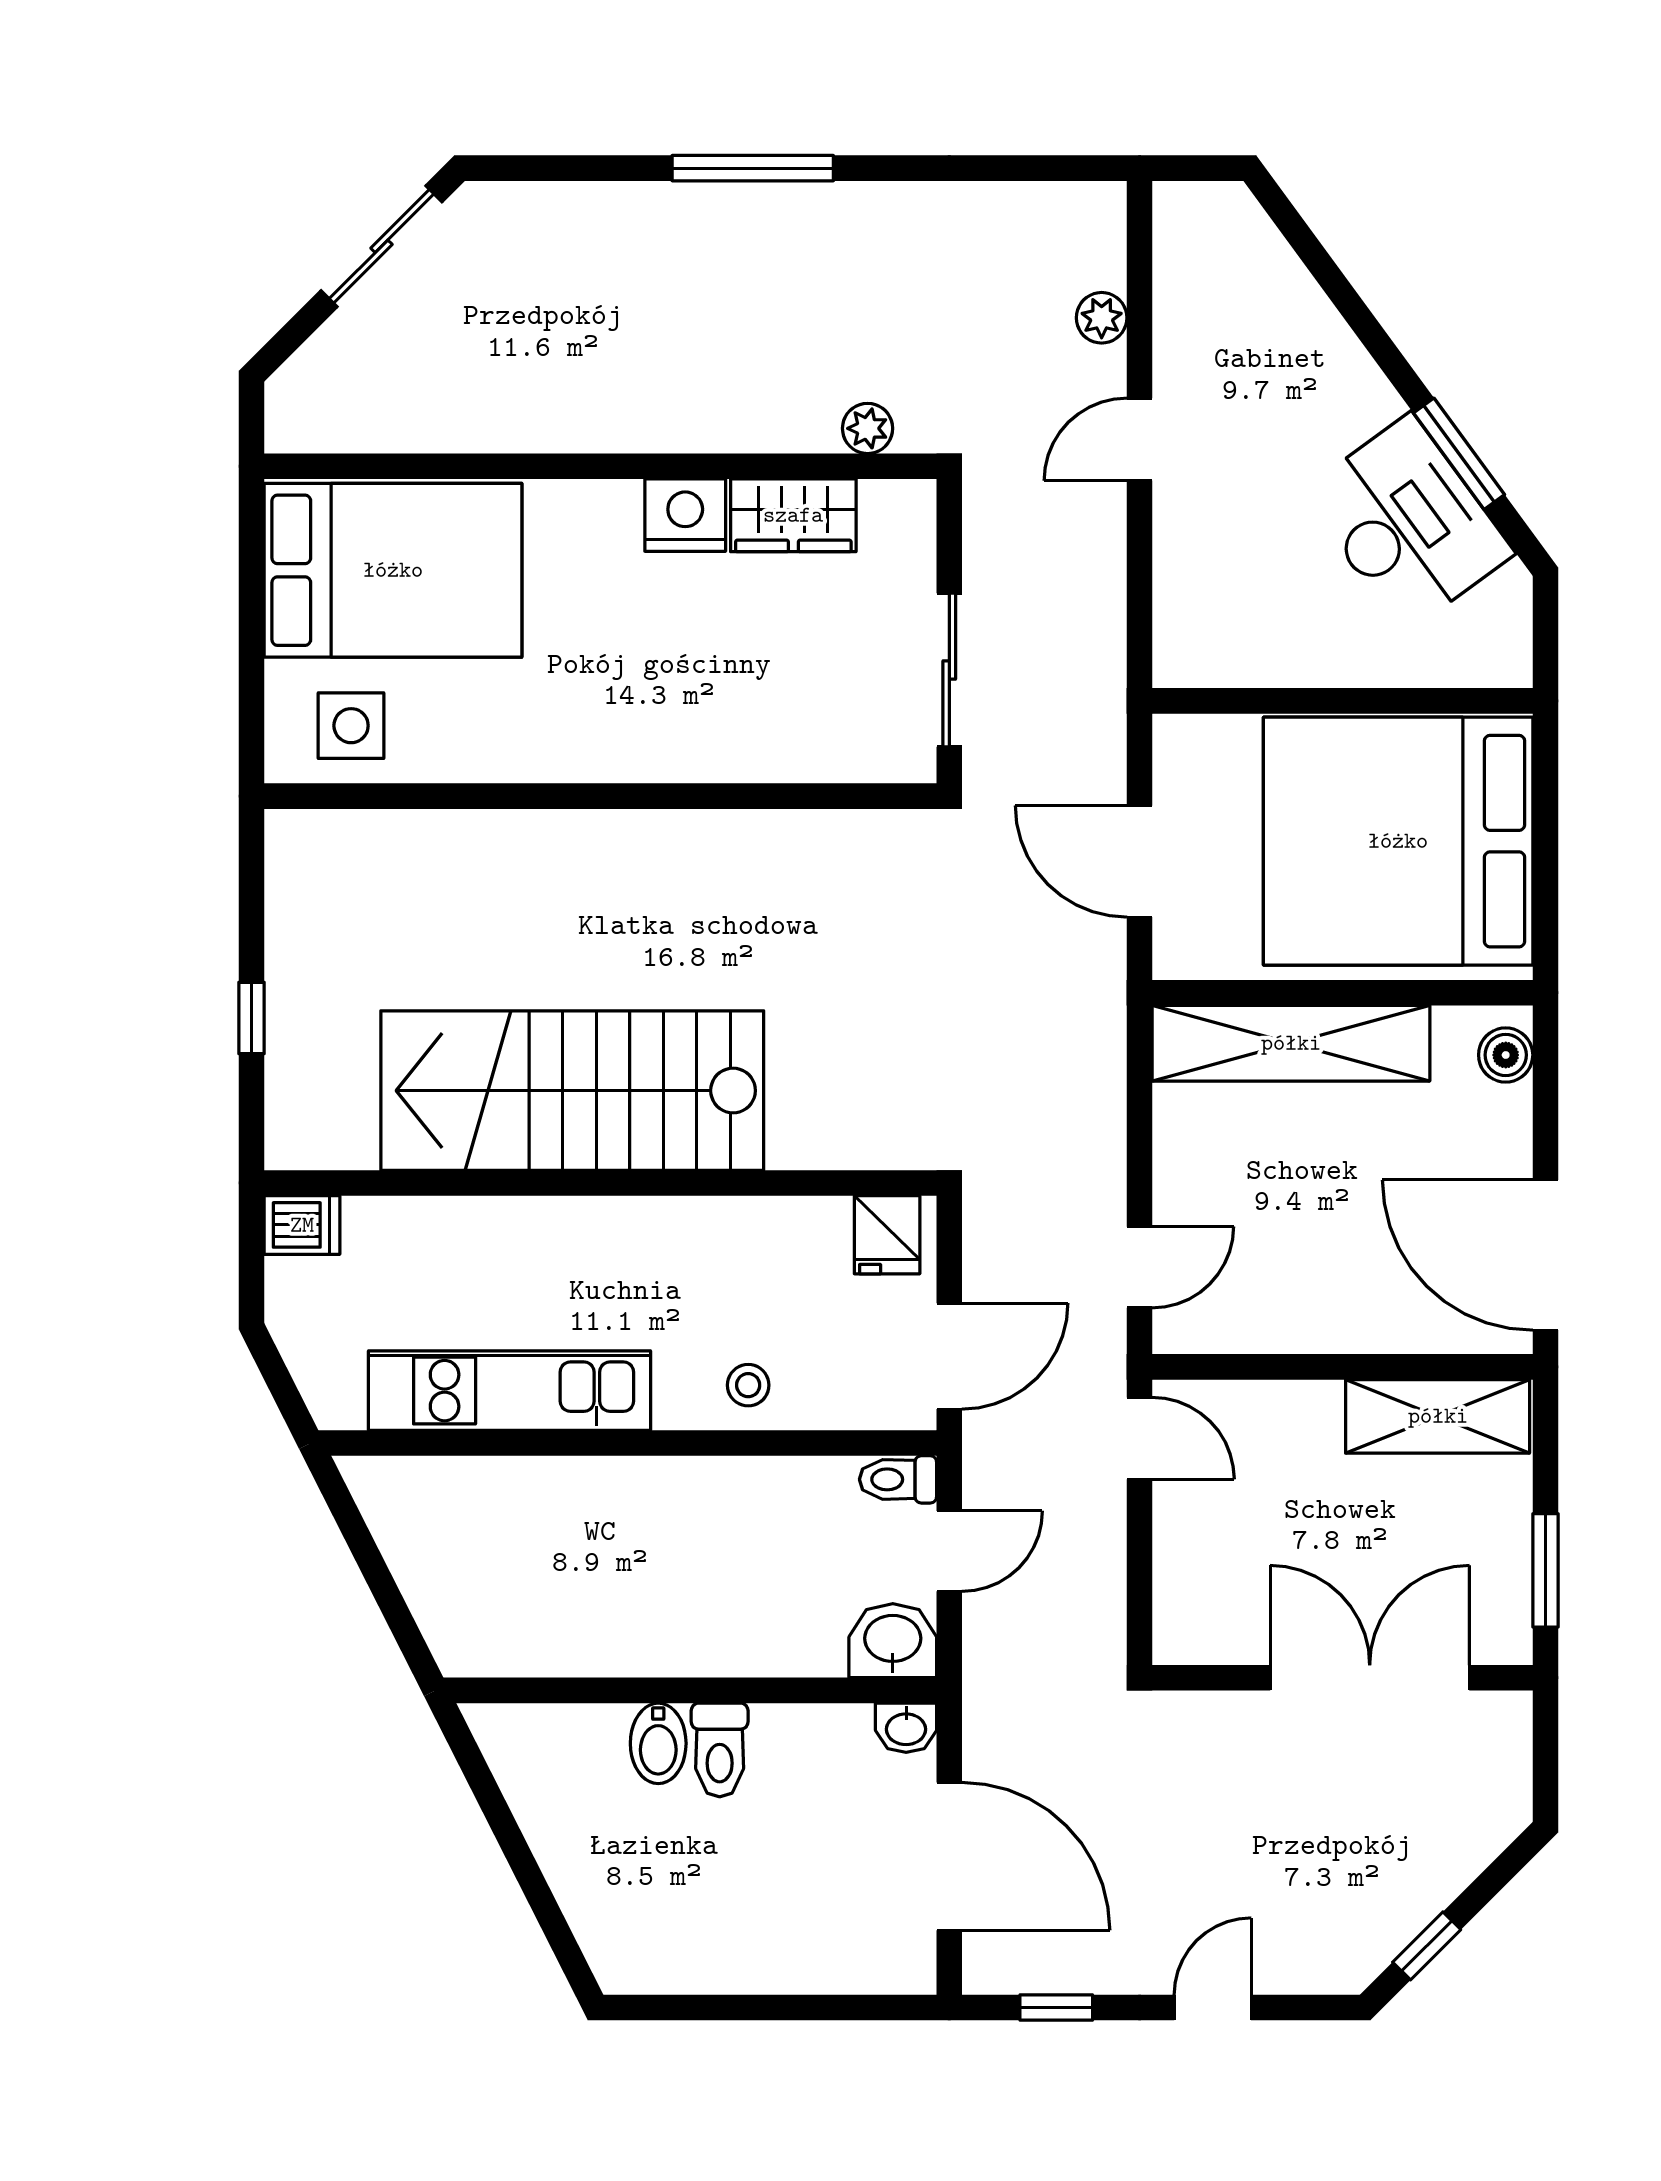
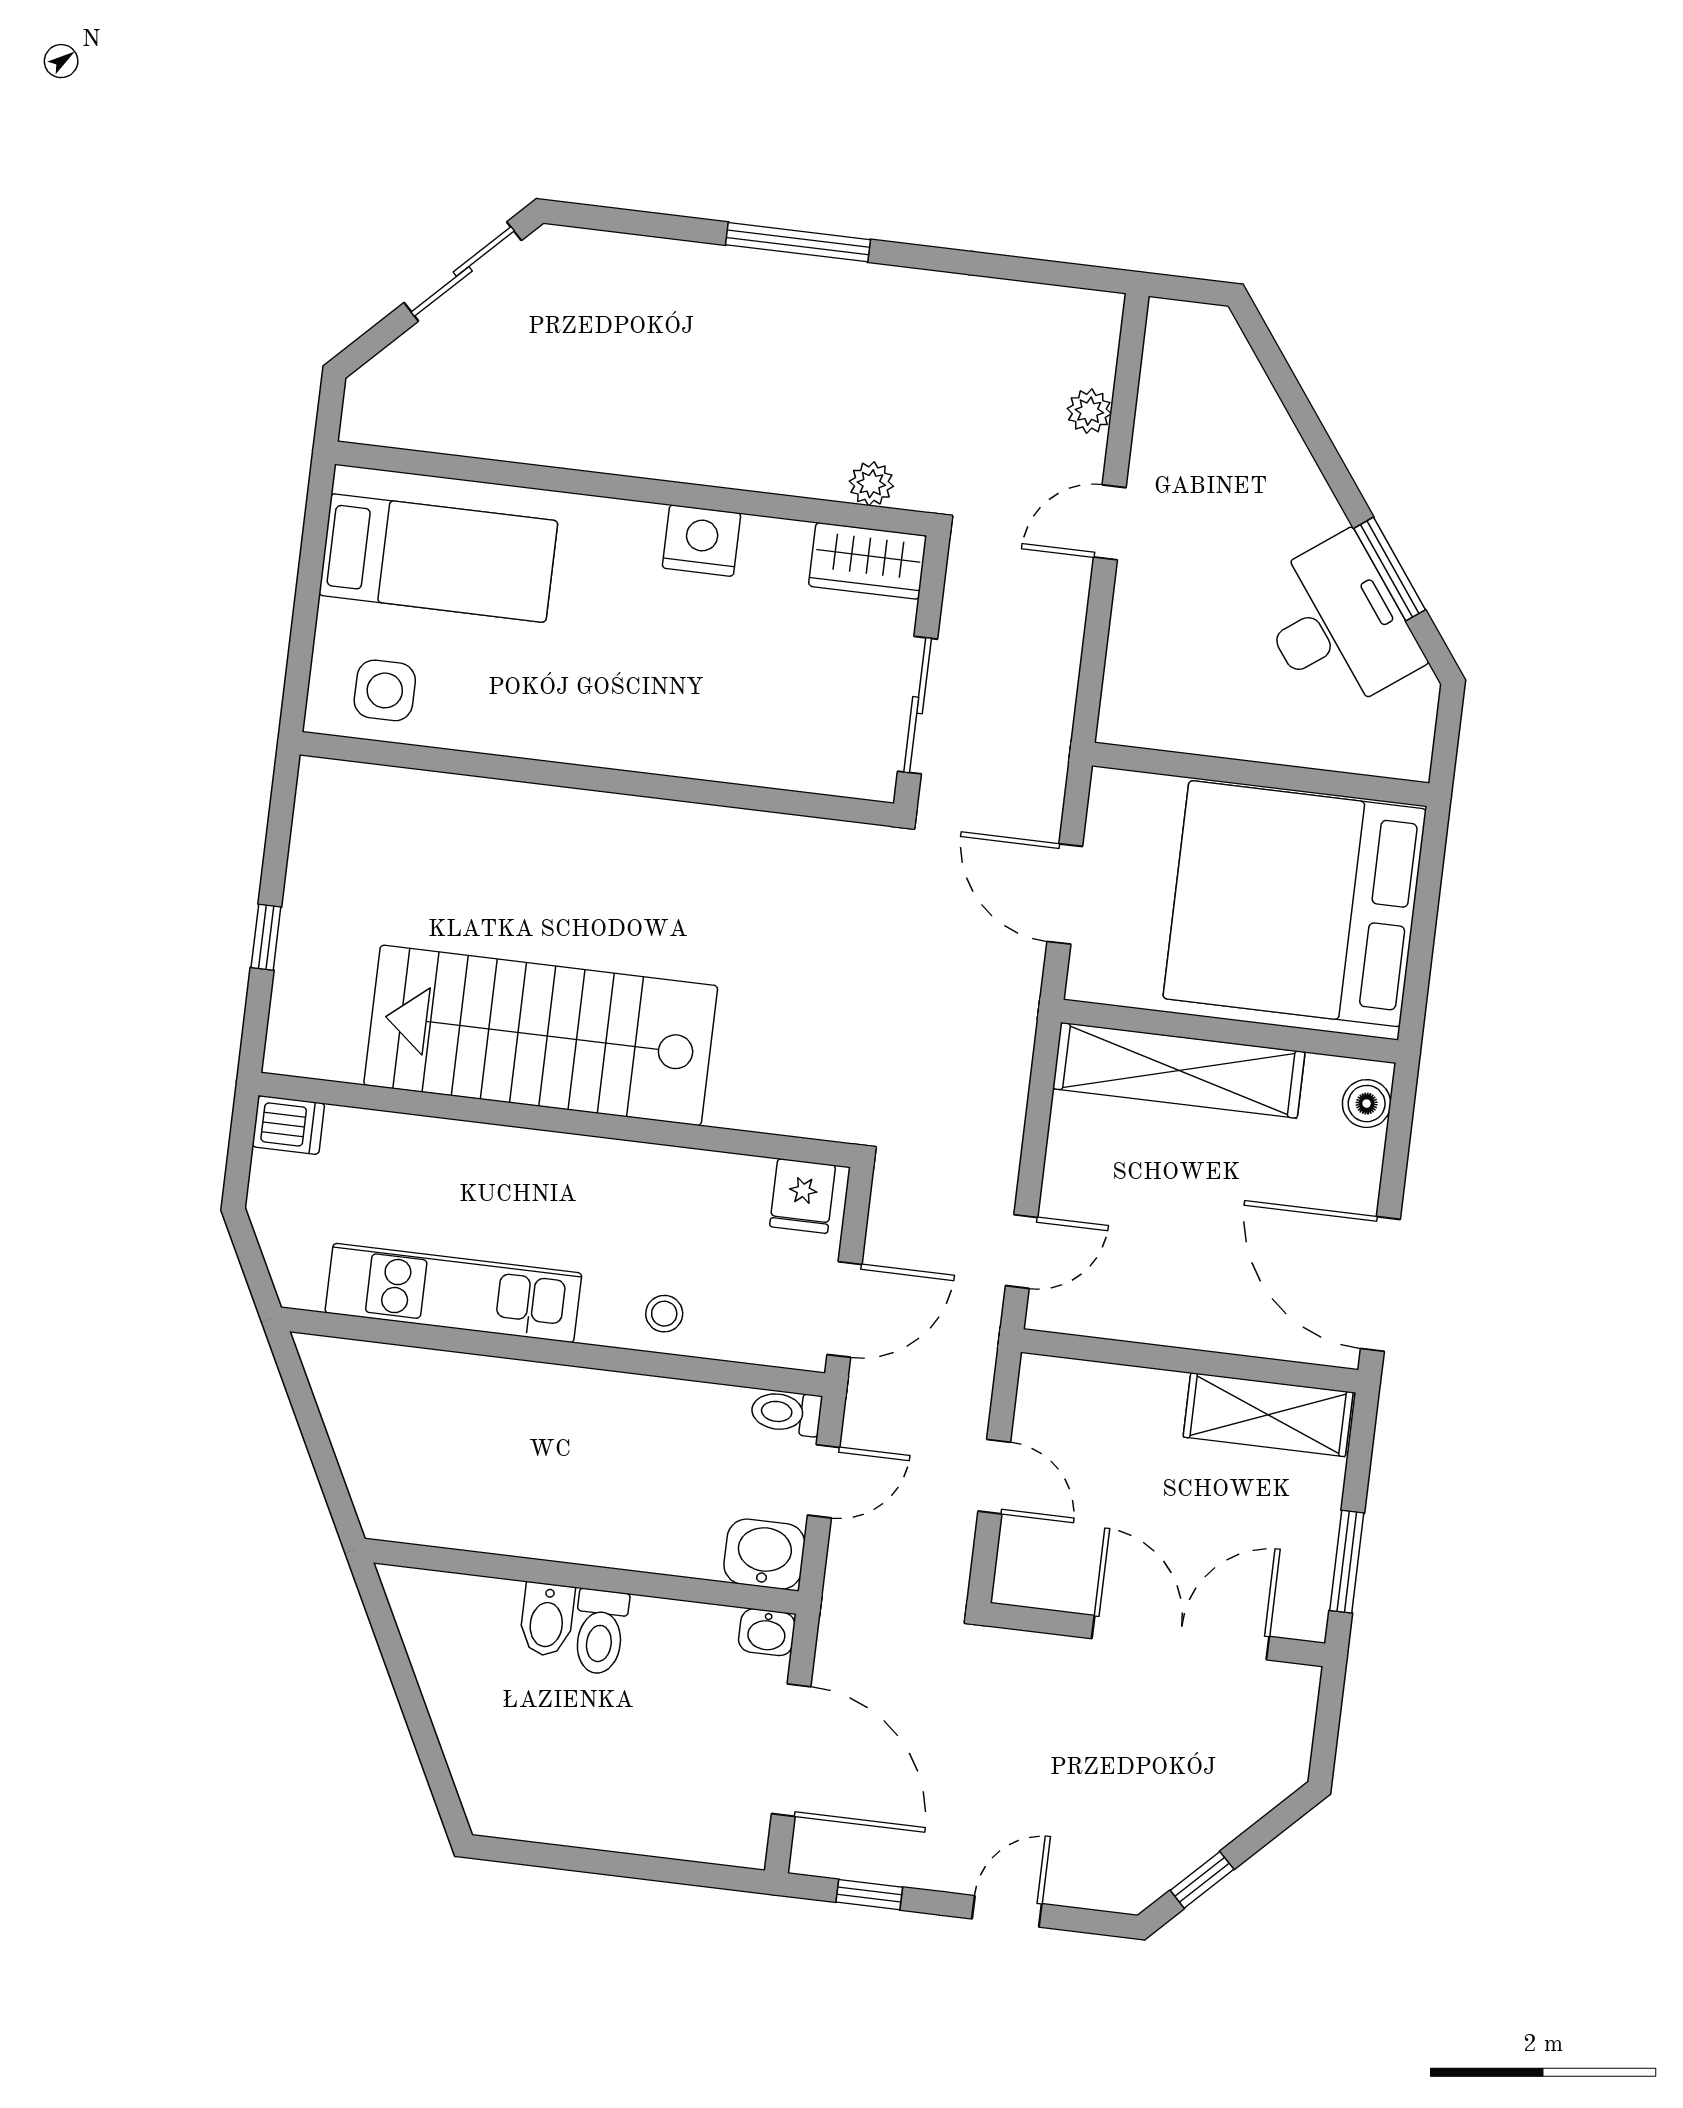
wardrobe: (793, 515) -> (868, 561), moved
bed: (393, 570) -> (438, 558), width x0.67
door: (1140, 1438) -> (994, 1477), moved

